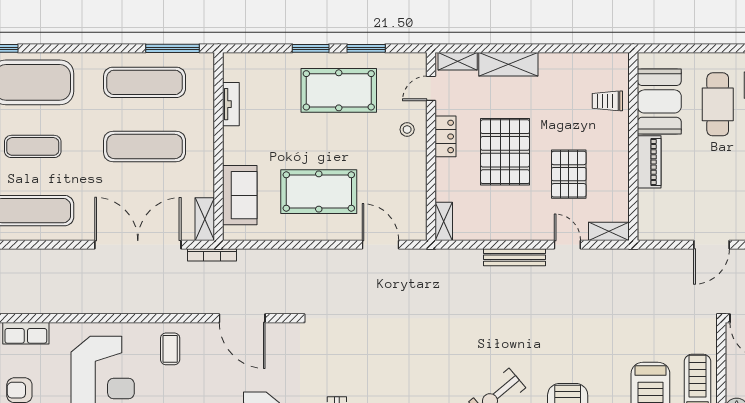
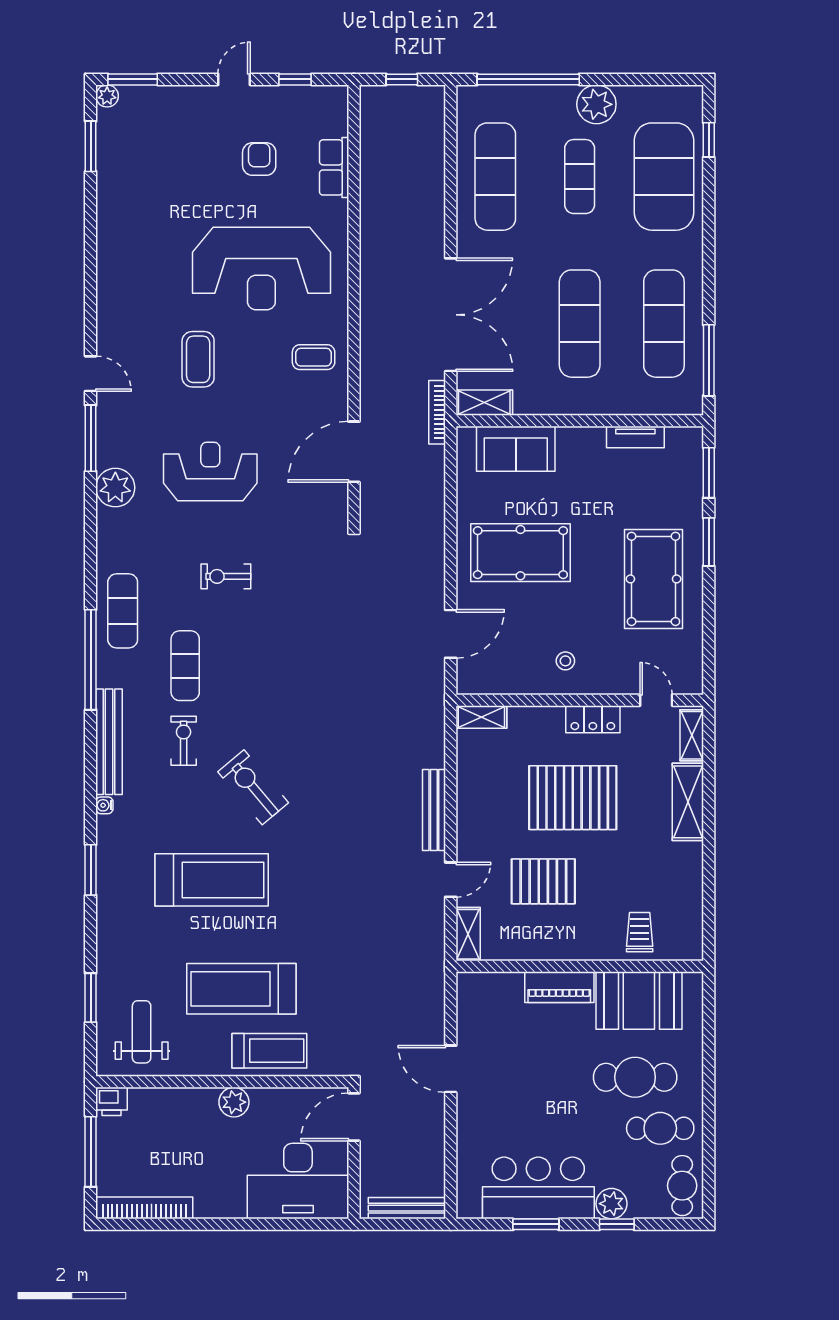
window: (366, 48) -> (709, 473), moved
stool: (407, 129) -> (565, 661), moved
pool table: (319, 192) -> (520, 553), turned 90

